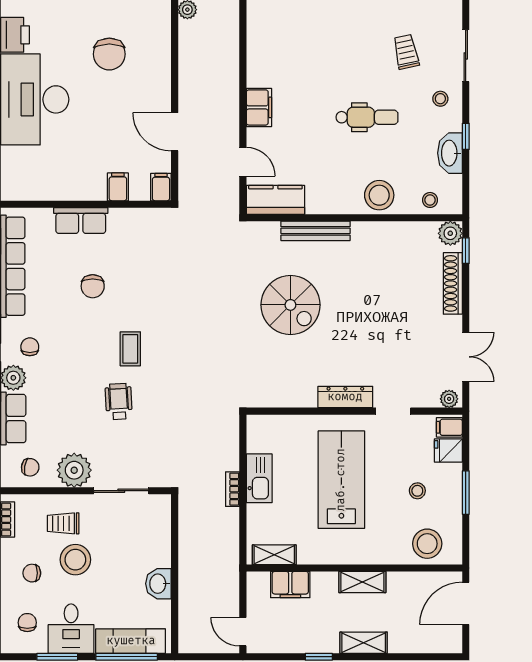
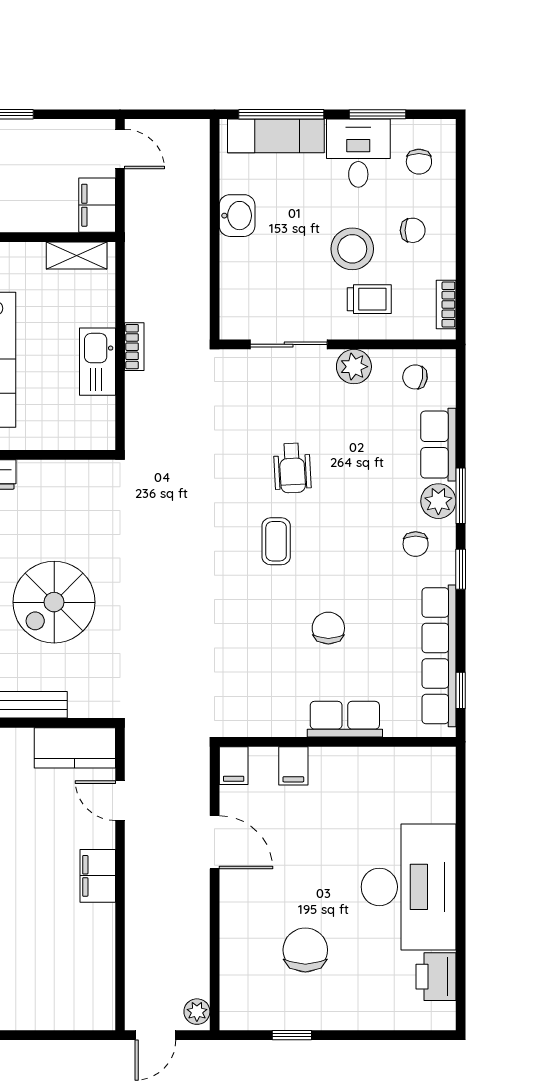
spiral stairs: (290, 305) -> (54, 602), turned -90
plant: (74, 470) -> (354, 367), width x0.73, depth x0.73
filing cabinet: (290, 585) -> (97, 205), moved, turned -90

